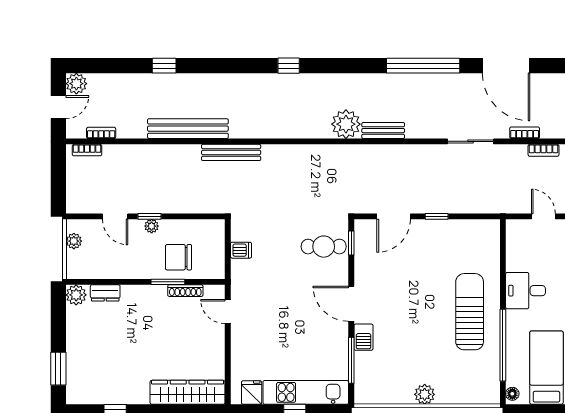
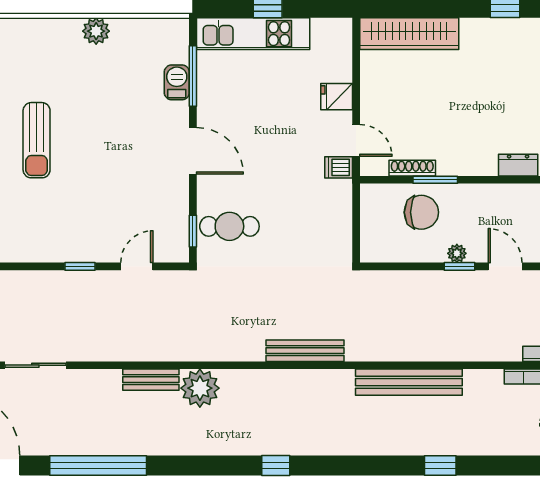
bench: (231, 152) -> (305, 351), moved
door: (394, 216) -> (137, 266), width x0.73
dishwasher: (241, 250) -> (339, 167), moved
sun lounger: (470, 312) -> (37, 140), width x0.73, depth x0.75
barbecue: (364, 337) -> (177, 82), moved
fridge: (252, 393) -> (337, 97), moved, turned 90

